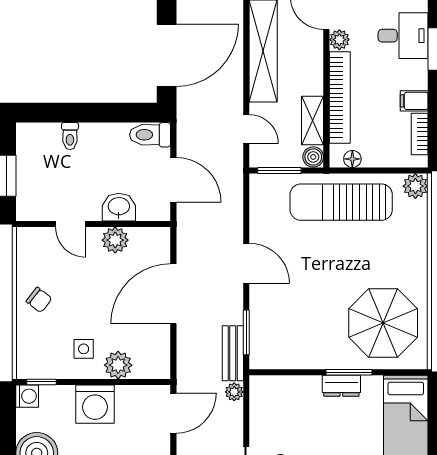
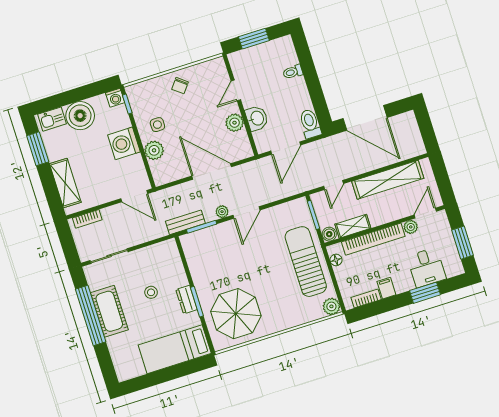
plant: (234, 392) -> (222, 212), moved
stool: (316, 432) -> (151, 292), added

